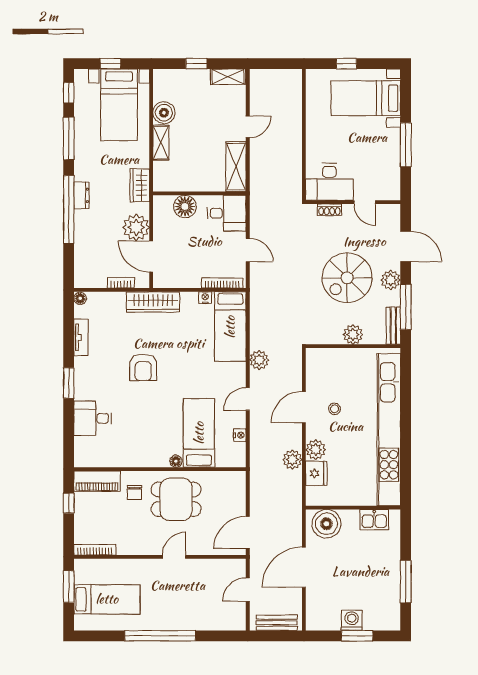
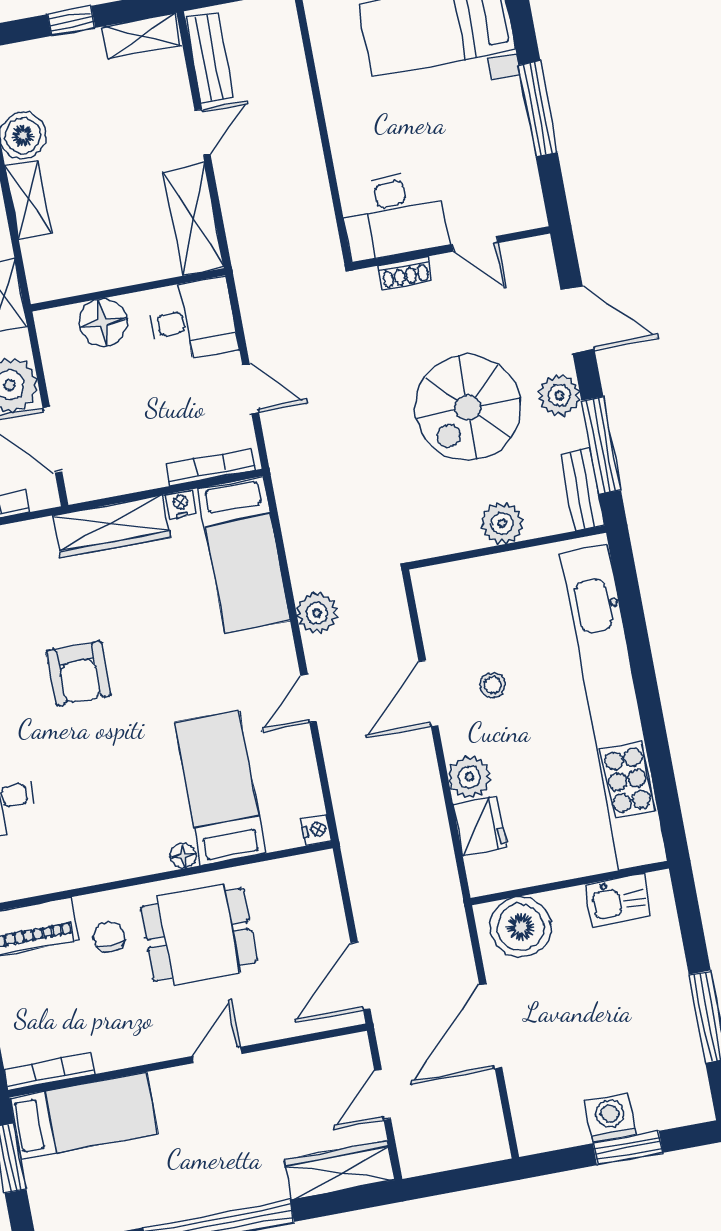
wardrobe: (153, 302) -> (111, 526), moved
nightstand: (240, 435) -> (316, 830), moved
plant: (292, 460) -> (425, 807), removed
chair: (134, 492) -> (109, 937), turned 180
bed: (107, 599) -> (84, 1116), moved
wardrobe: (221, 621) -> (340, 1170), added
bench: (277, 623) -> (209, 58), moved, turned 90

